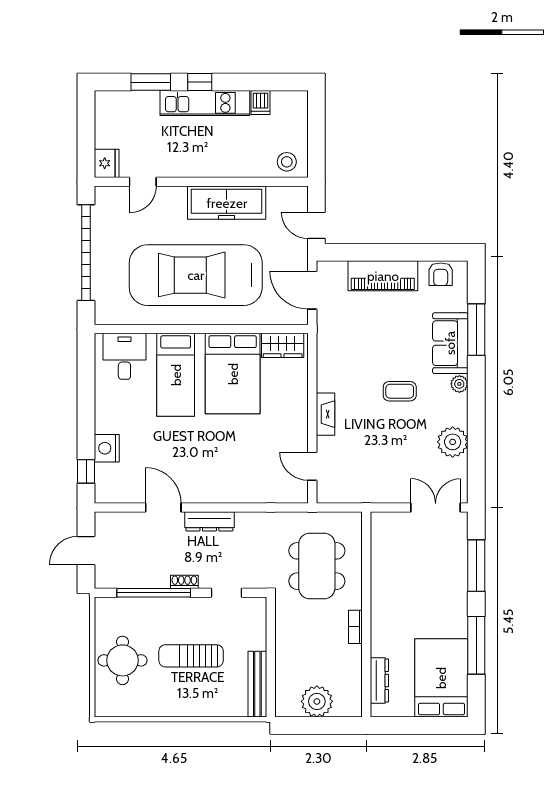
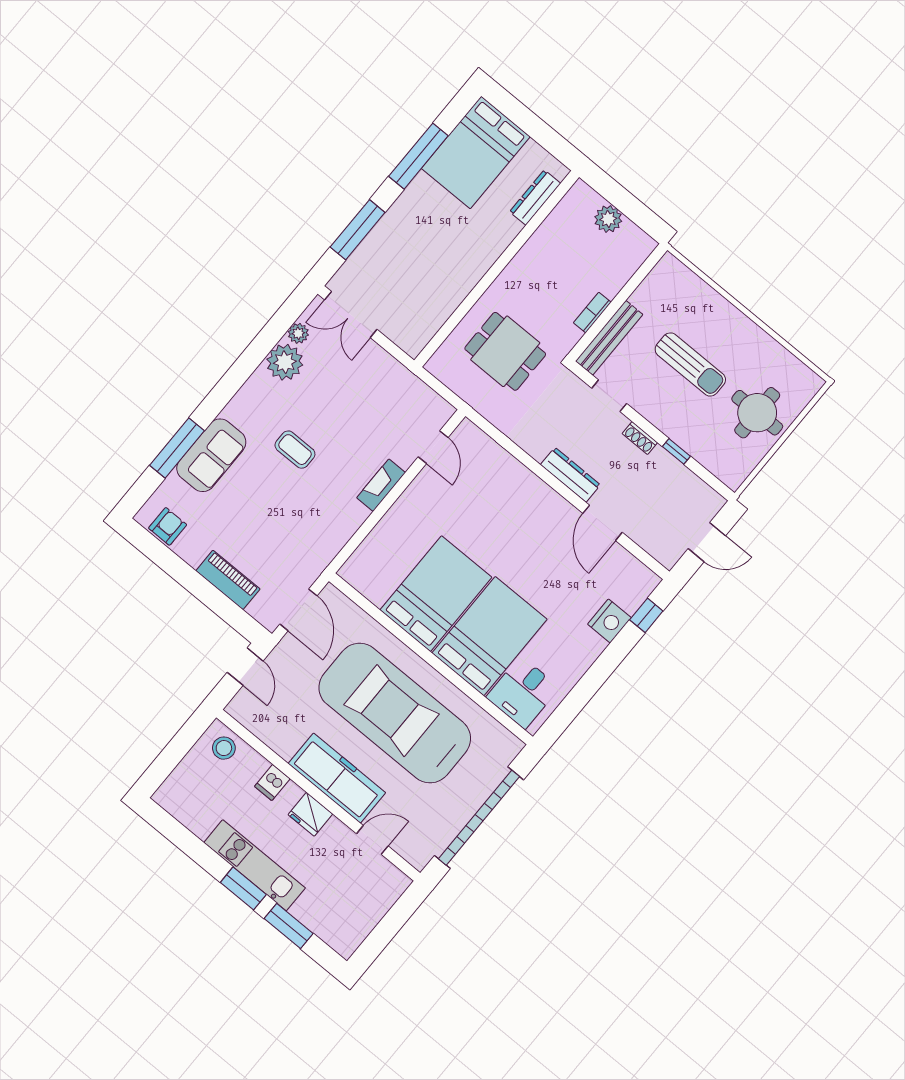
window: (200, 82) -> (243, 888), width x1.50
dishwasher: (261, 102) -> (272, 782), moved, turned 180
fridge: (107, 163) -> (310, 814), moved, turned -90
freezer: (227, 203) -> (337, 778), moved
car: (196, 275) -> (395, 713), turned 180
piano: (383, 276) -> (228, 580), width x0.73, depth x0.75
wardrobe: (283, 345) -> (368, 582), removed
bed: (176, 375) -> (490, 636), width x1.50
plant: (459, 384) -> (298, 333), moved
dining table: (317, 566) -> (505, 351), width x0.73
window: (154, 593) -> (676, 451), width x0.32
bookcase: (355, 627) -> (592, 313), moved, turned 180
bench: (257, 684) -> (609, 338), moved
plant: (317, 701) -> (608, 219), width x0.73, depth x0.73

